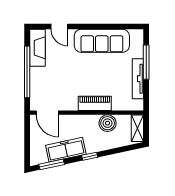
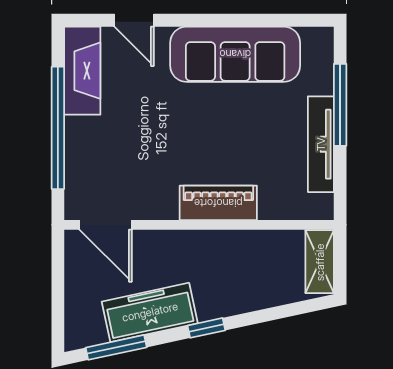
boiler: (108, 123) -> (249, 250), removed

